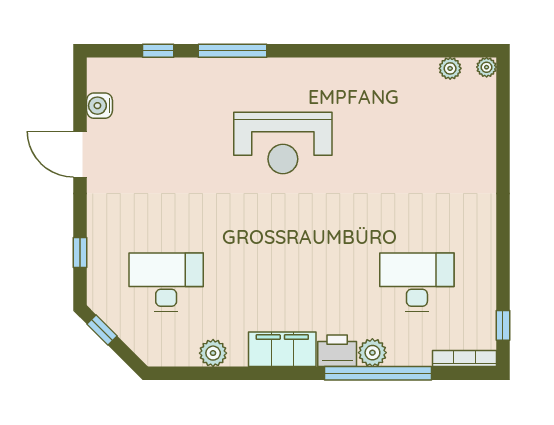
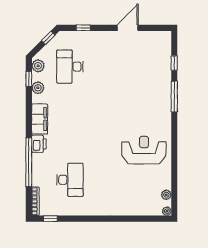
water cooler: (99, 106) -> (150, 37), removed
reception desk: (283, 143) -> (144, 150), moved, turned 90
desk: (166, 282) -> (70, 67), turned 180
plant: (372, 353) -> (38, 66), moved
window: (193, 373) -> (29, 79), added

